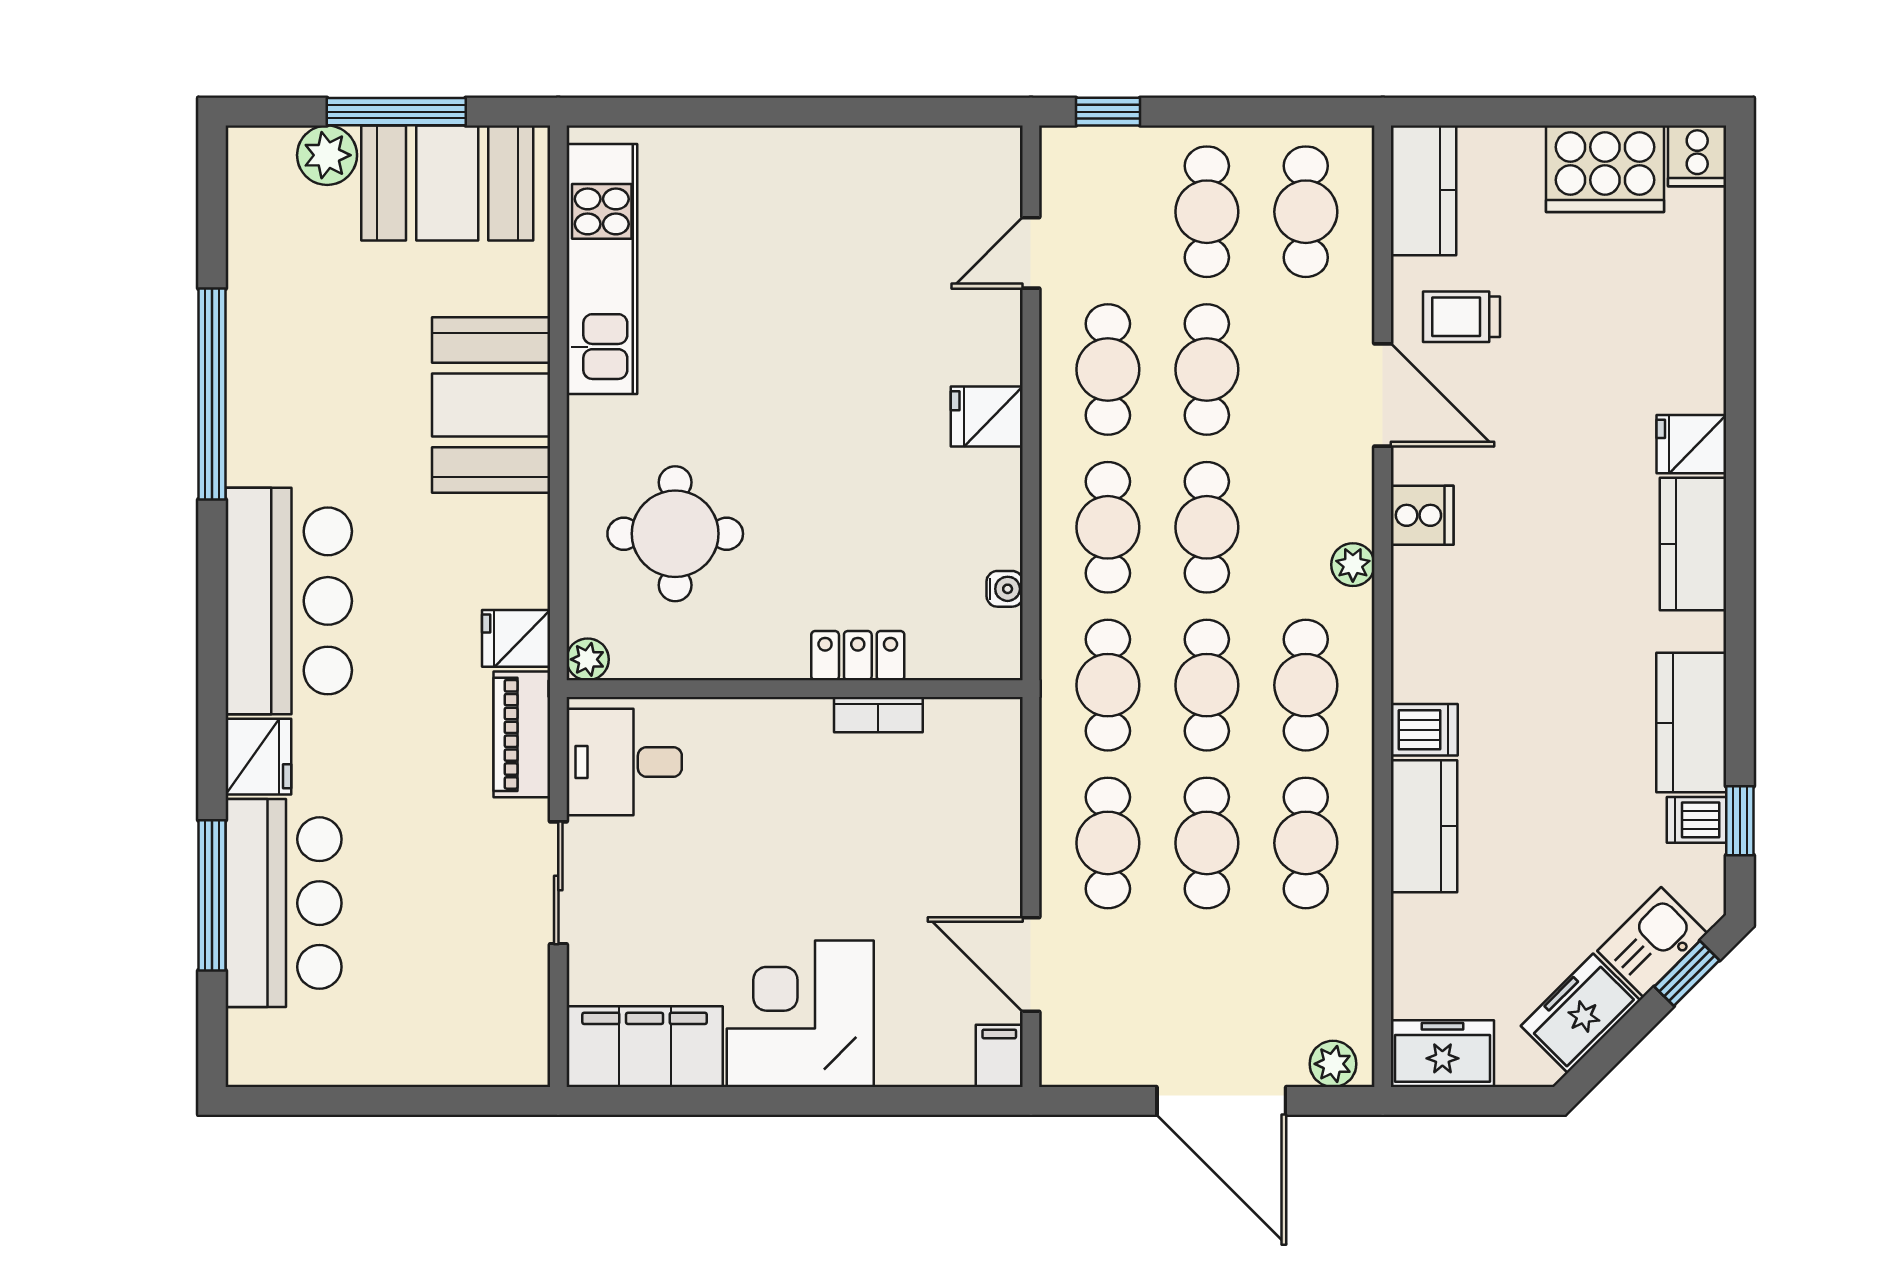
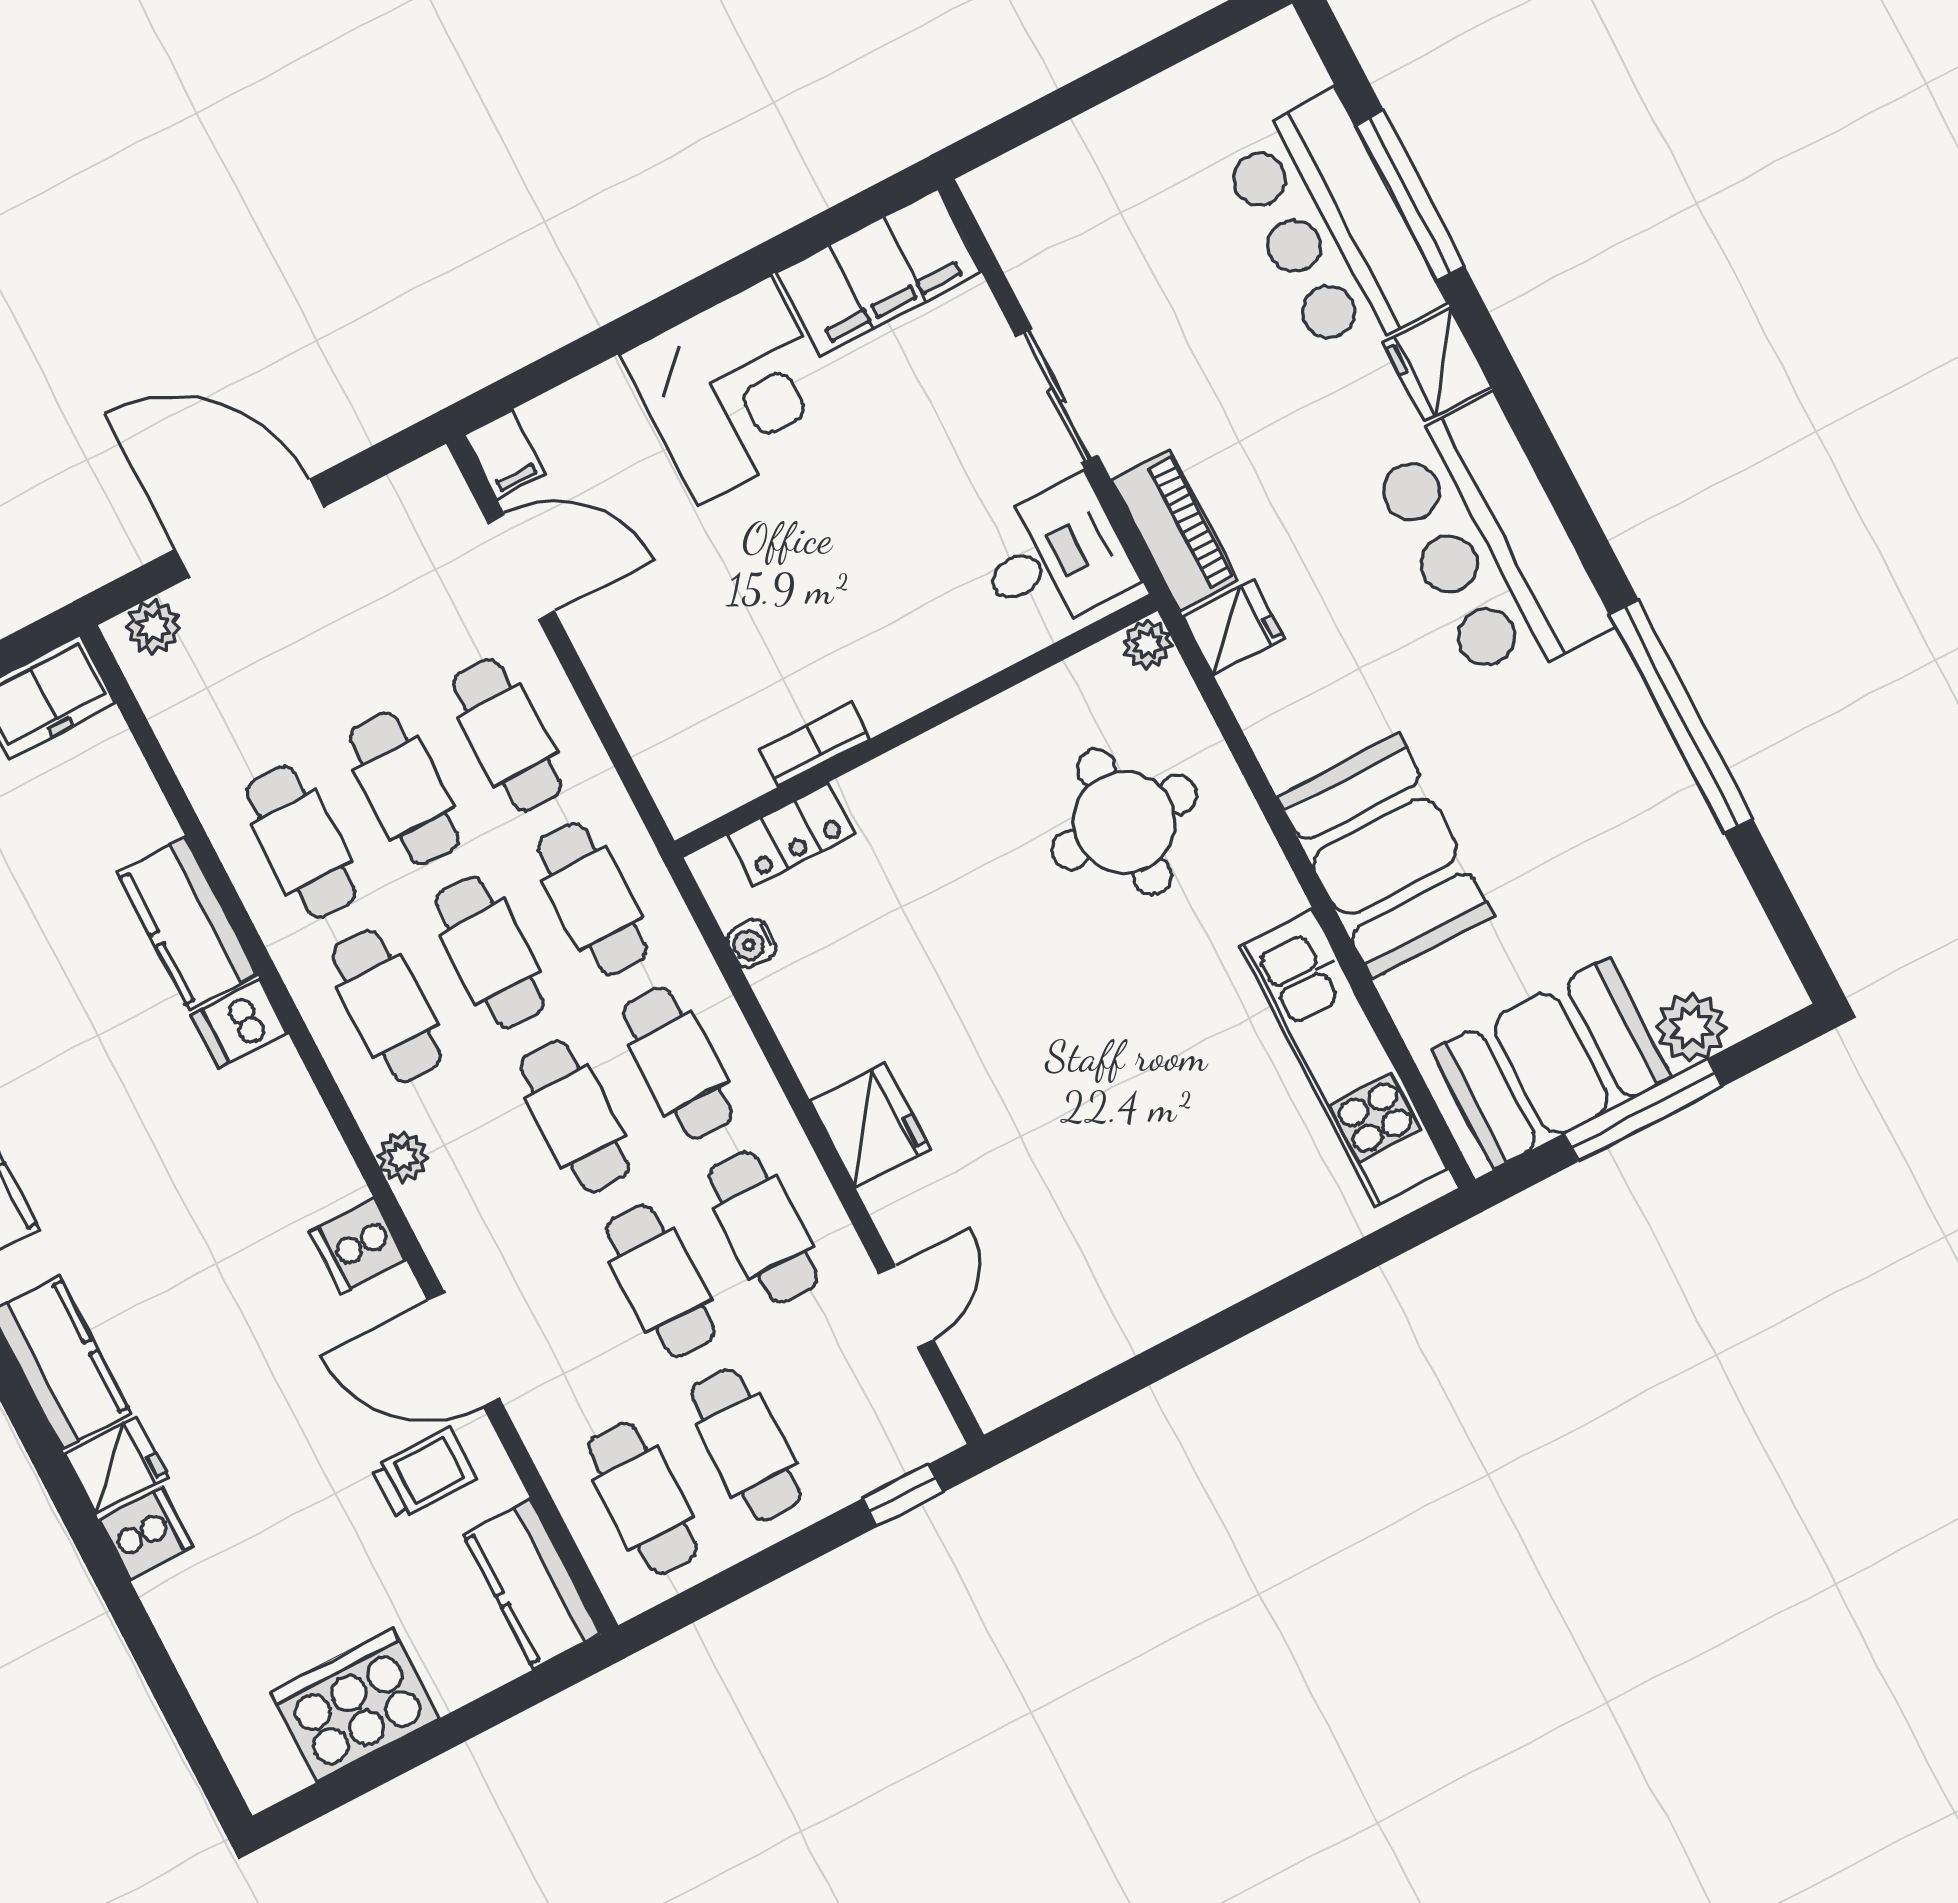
cooker: (1697, 156) -> (146, 1533), moved, turned 90
fridge: (987, 417) -> (870, 1125), width x1.38
locker: (858, 656) -> (791, 834), moved

